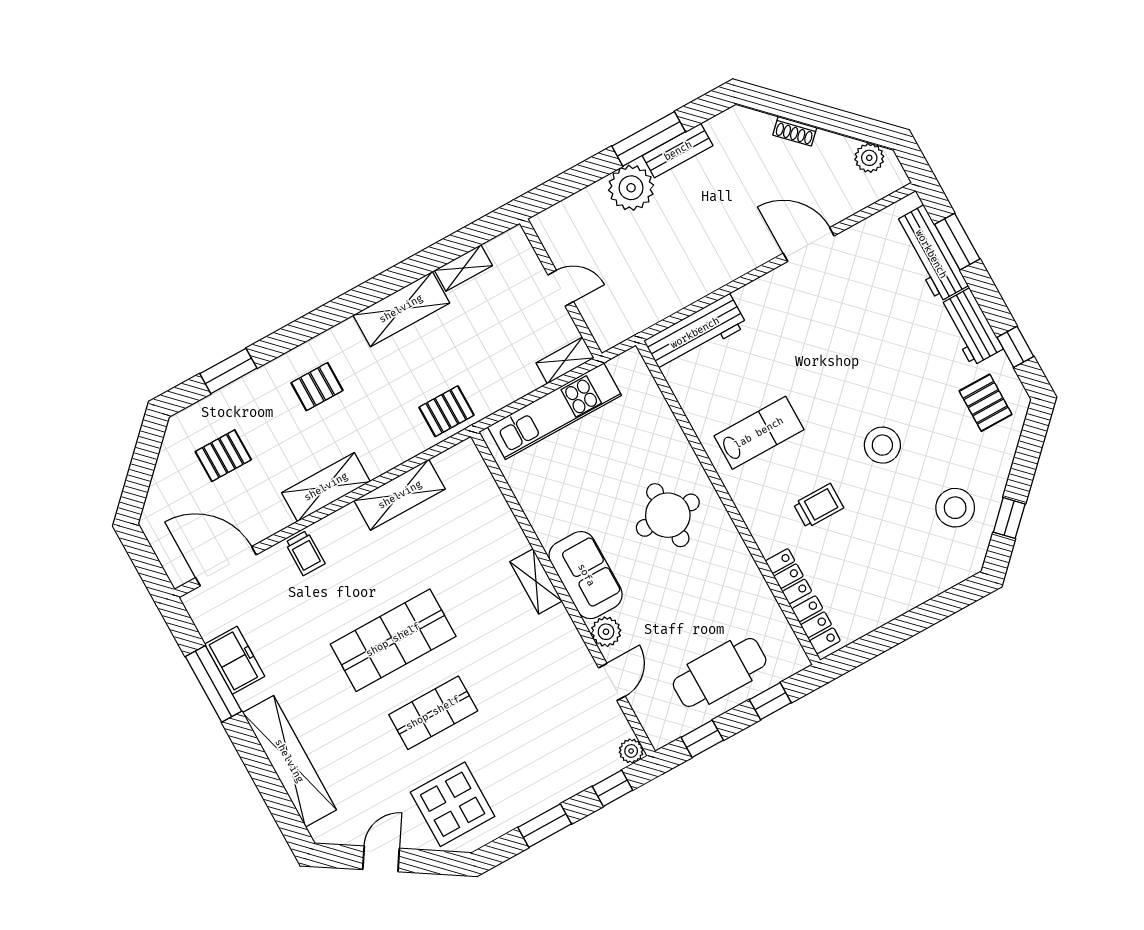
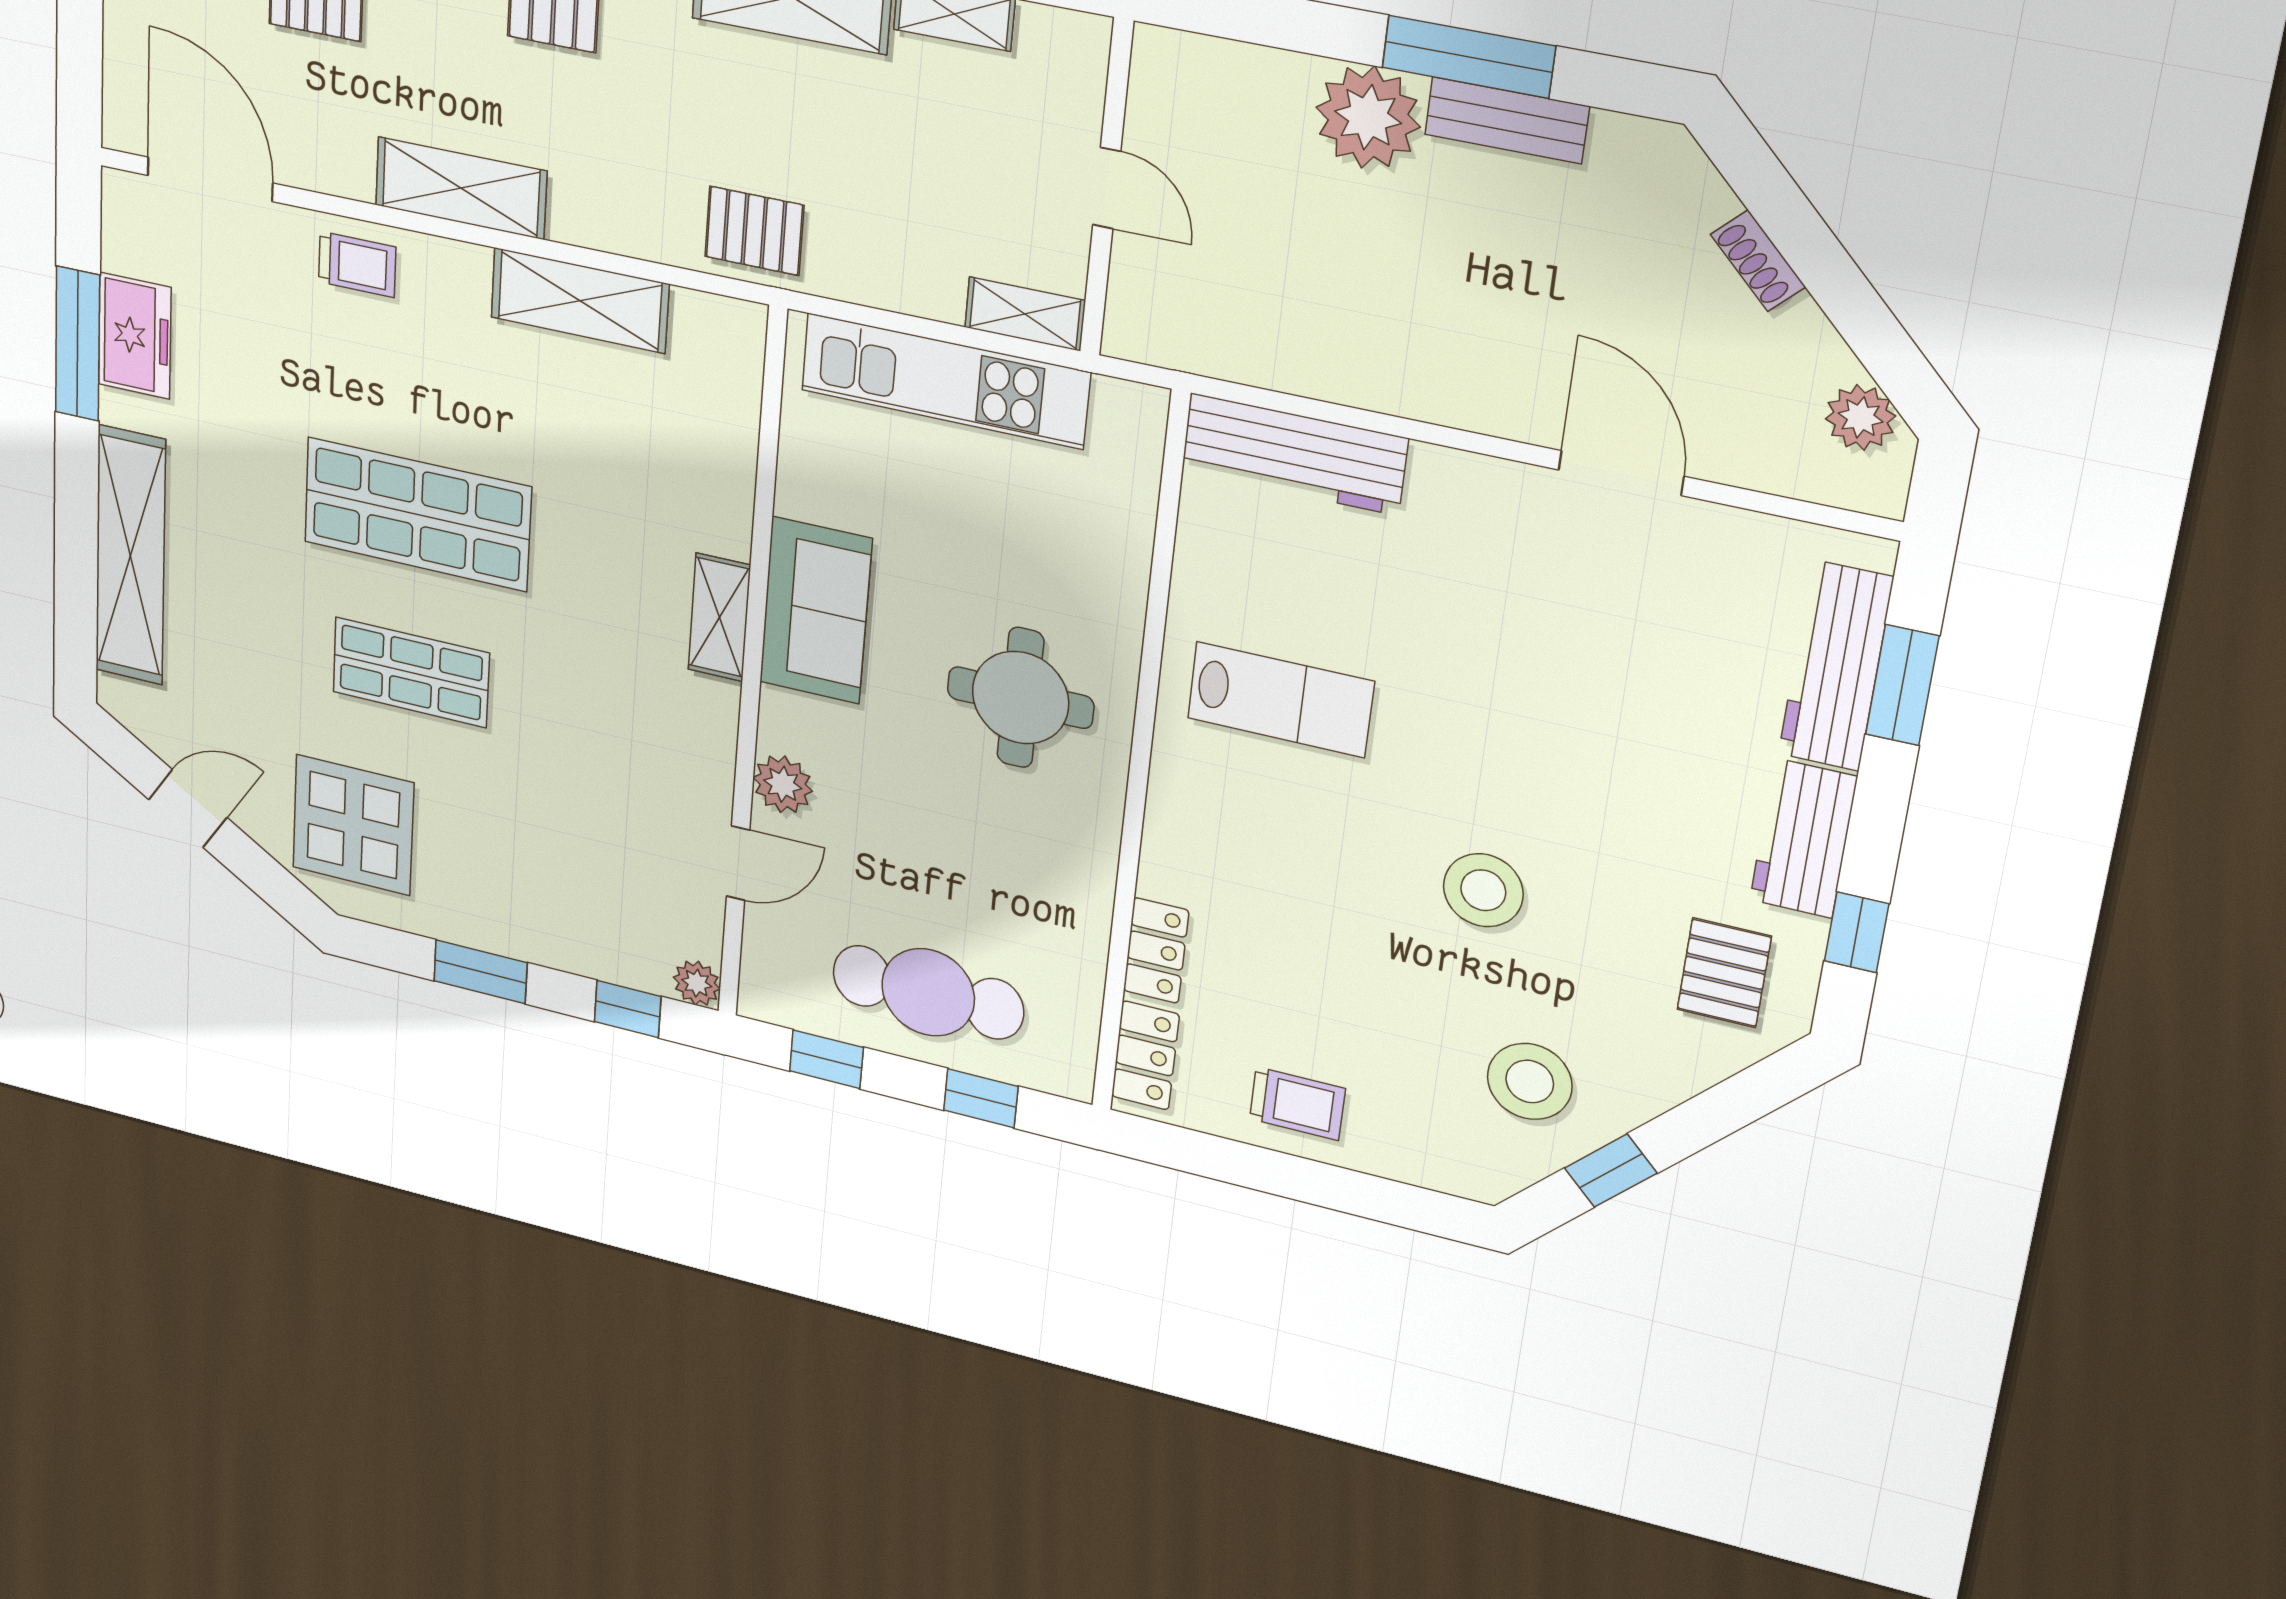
trolley: (818, 506) -> (1297, 1104), moved
trolley: (305, 553) -> (357, 264), turned -90
sofa: (586, 575) -> (816, 610), moved

